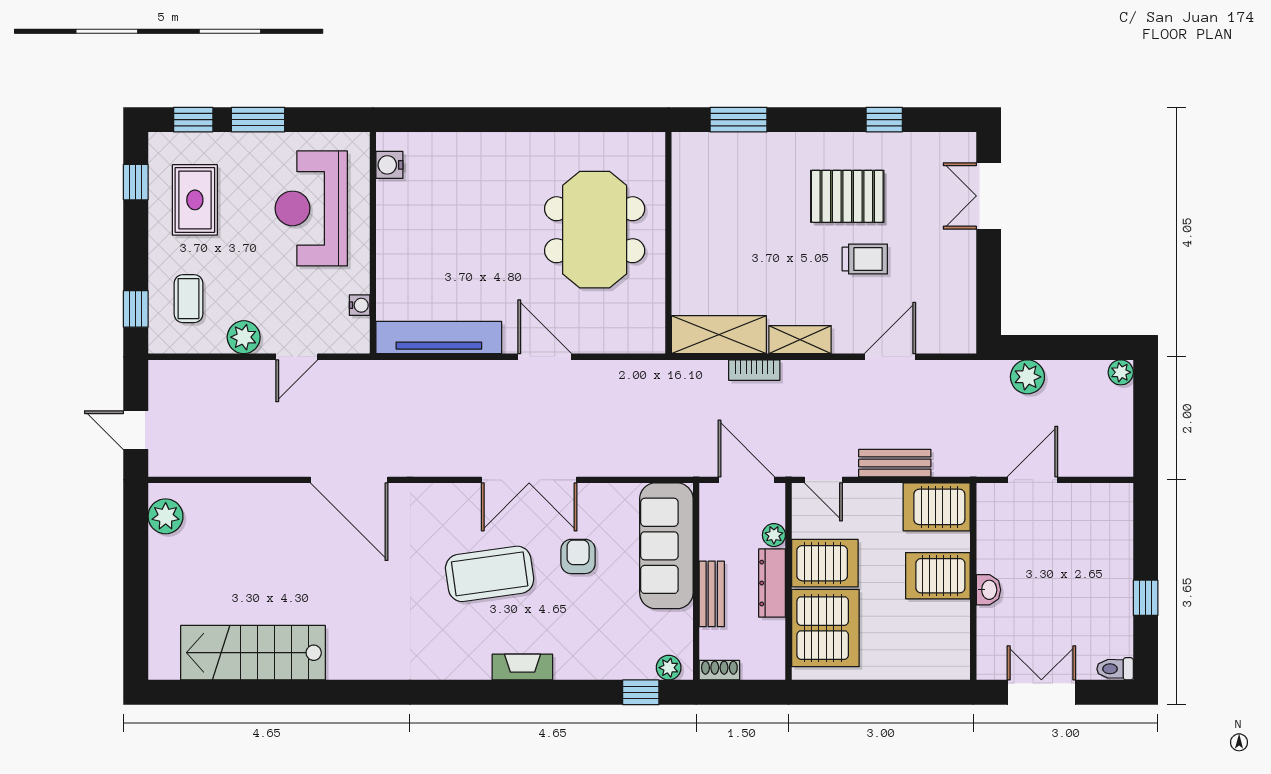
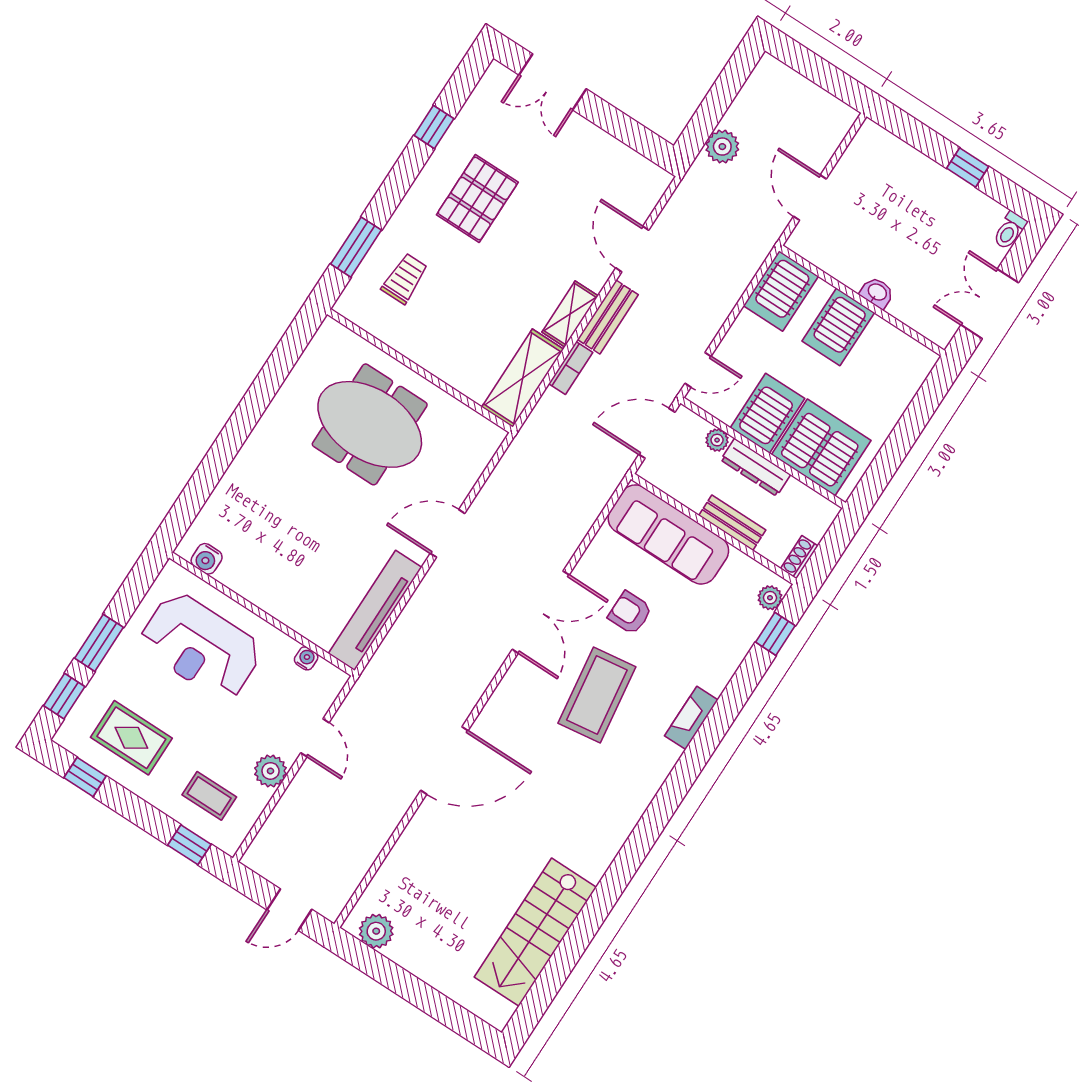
trolley: (865, 259) -> (405, 279), moved
plant: (1121, 372) -> (769, 67), removed
bench: (895, 463) -> (608, 317), moved

